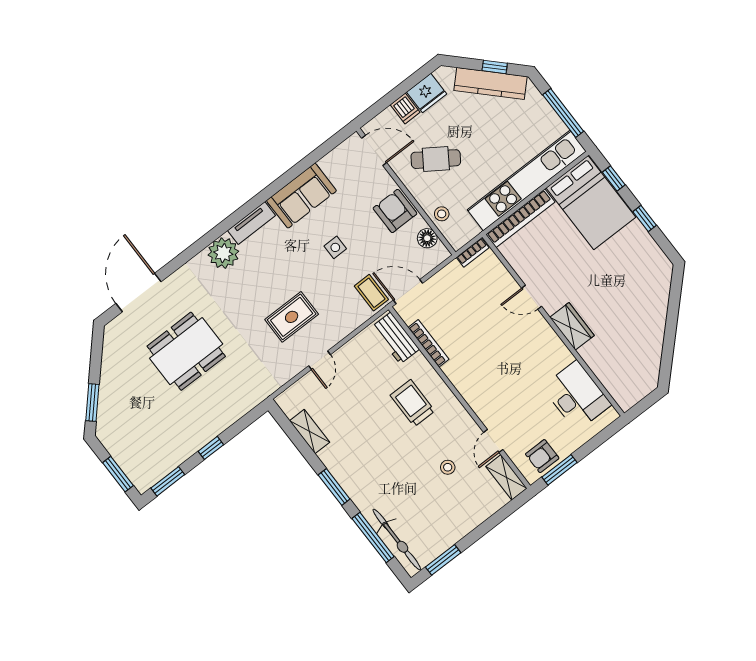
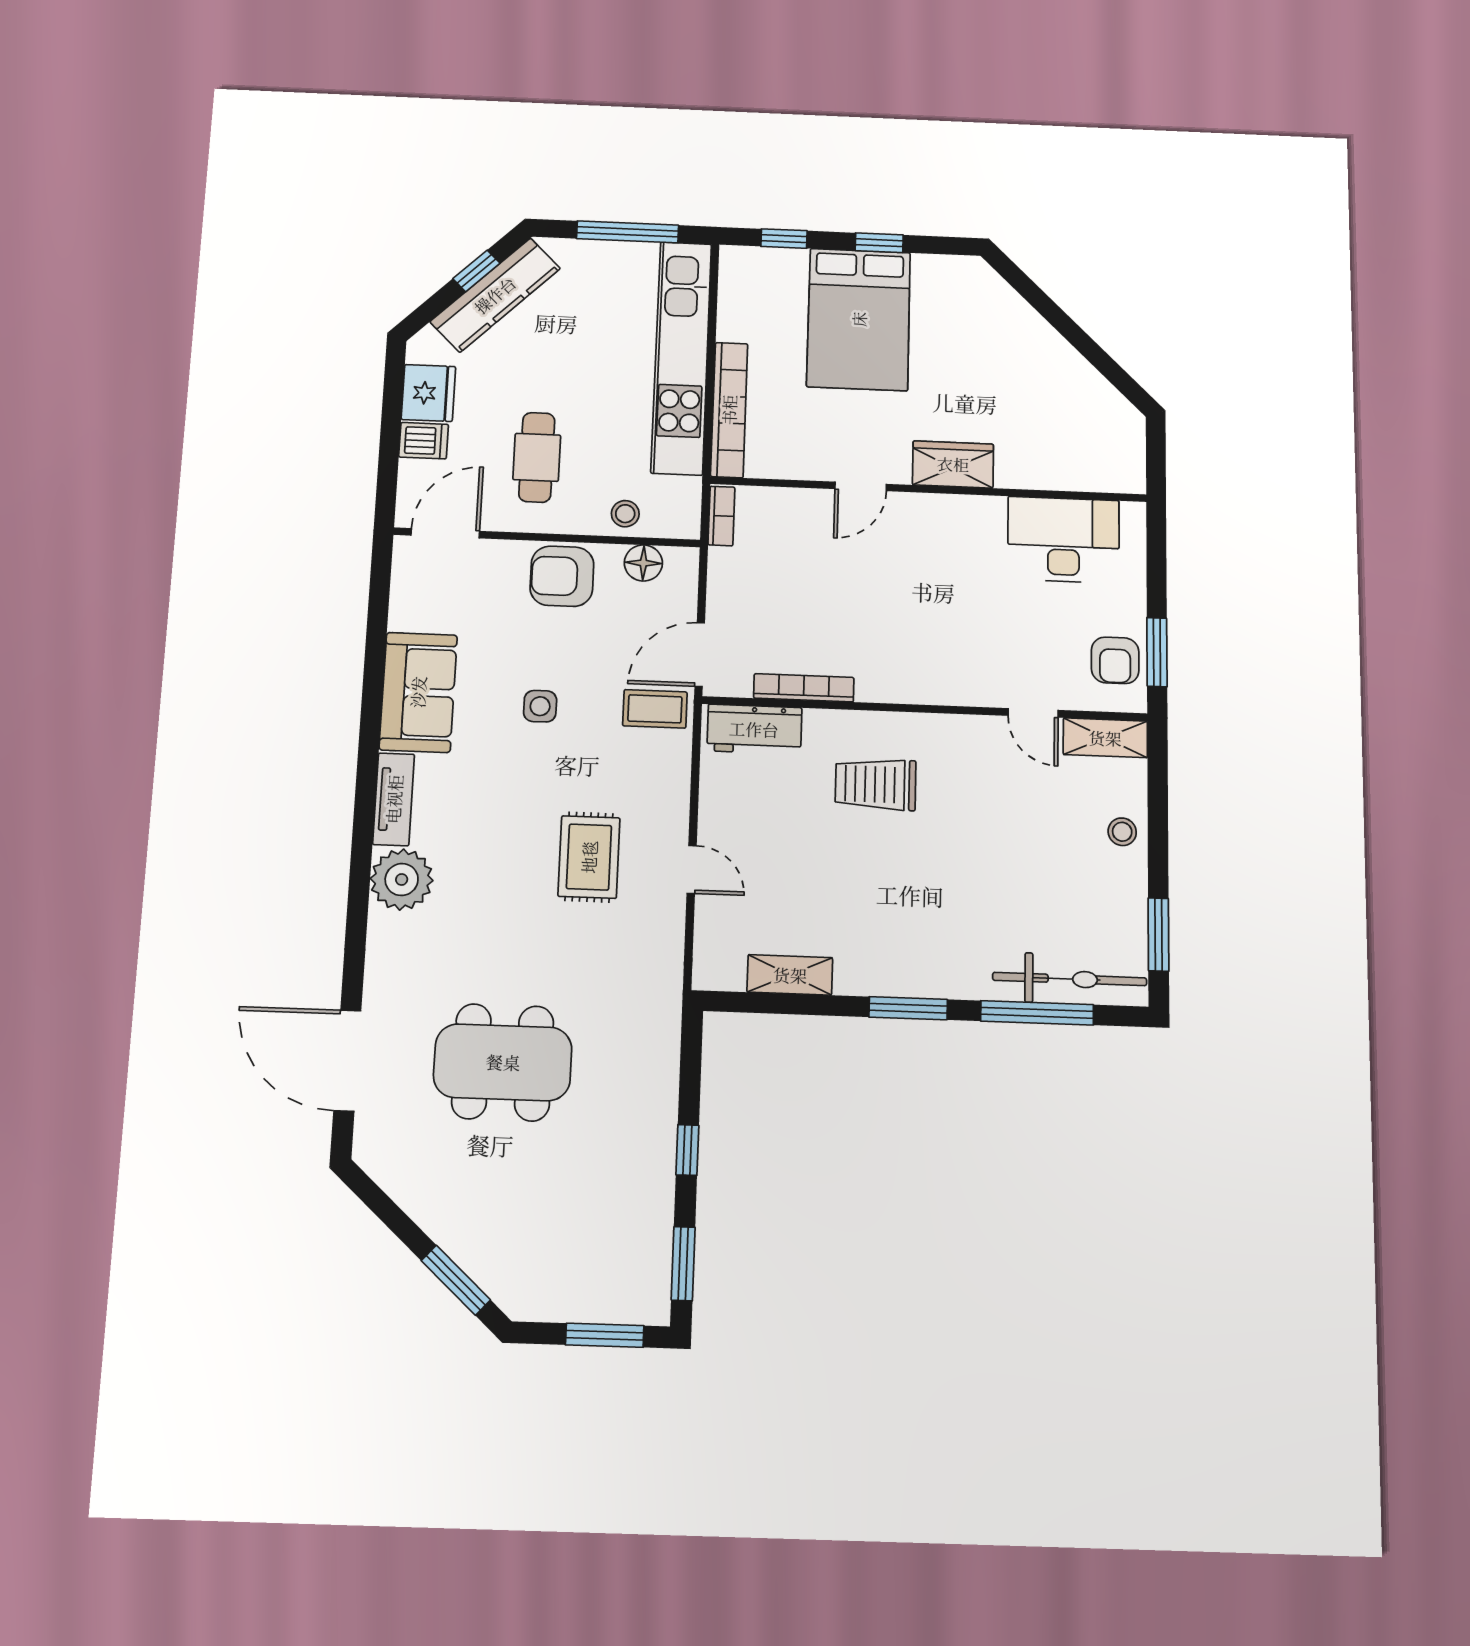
cafe table: (436, 159) -> (537, 457), turned -34
bed: (591, 203) -> (859, 319), moved, turned 90
dining table: (186, 351) -> (503, 1062), turned 90
stool: (448, 467) -> (1122, 832), moved

